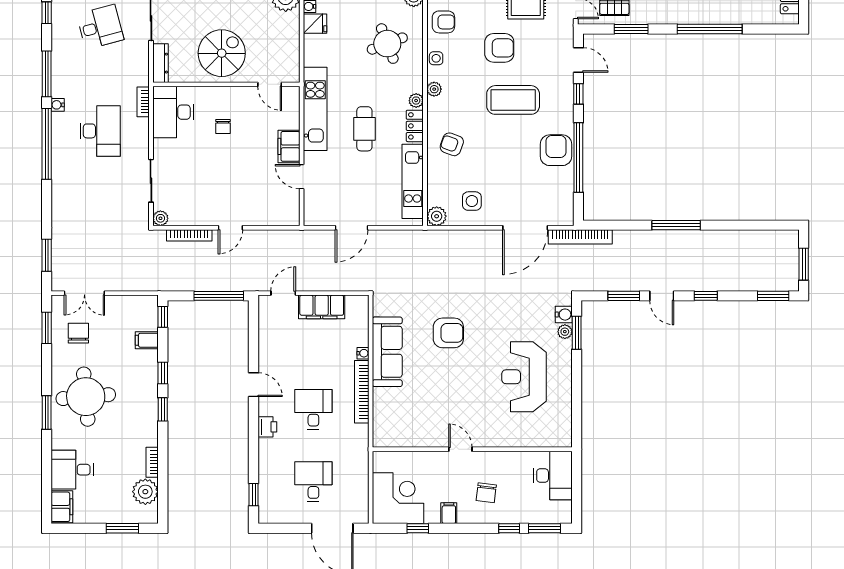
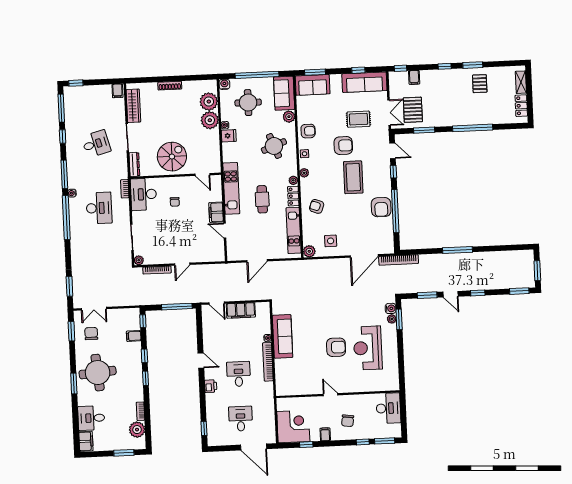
coffee table: (513, 100) -> (353, 177), turned 90
armchair: (556, 150) -> (381, 207), turned 180
door: (283, 293) -> (217, 303), swing flipped
armchair: (448, 333) -> (336, 347), moved

